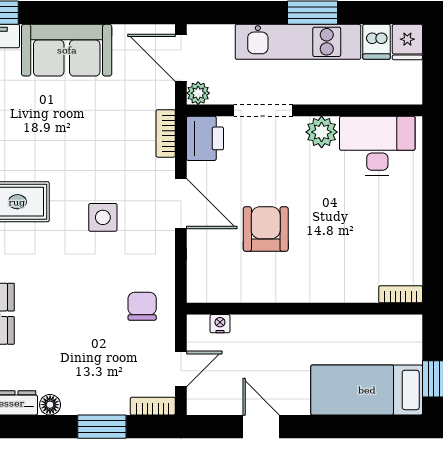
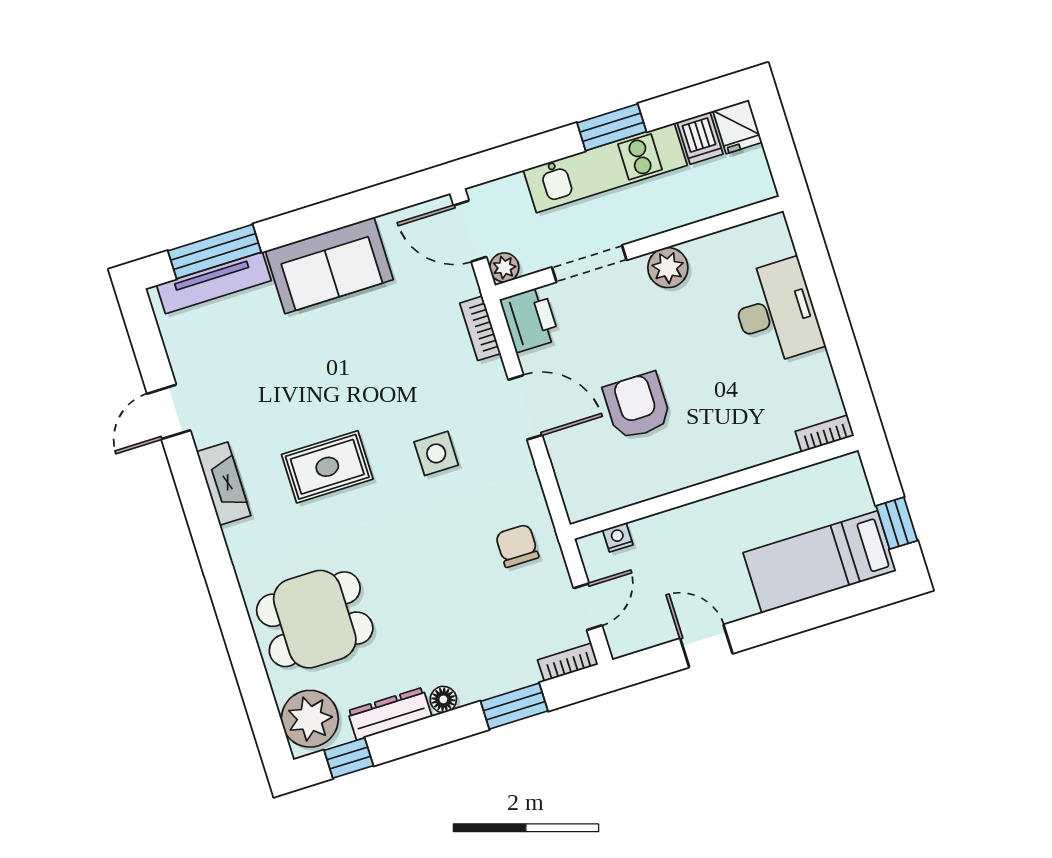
desk: (377, 146) -> (776, 312), moved, turned 90

